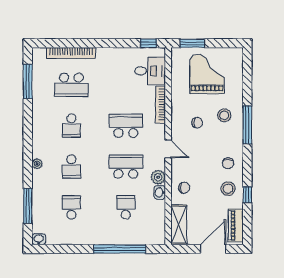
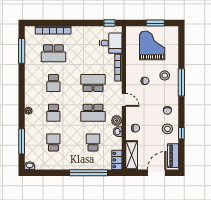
window: (192, 43) -> (155, 23), moved
school desk: (126, 167) -> (93, 113), turned 180
locker: (158, 231) -> (117, 160), added

